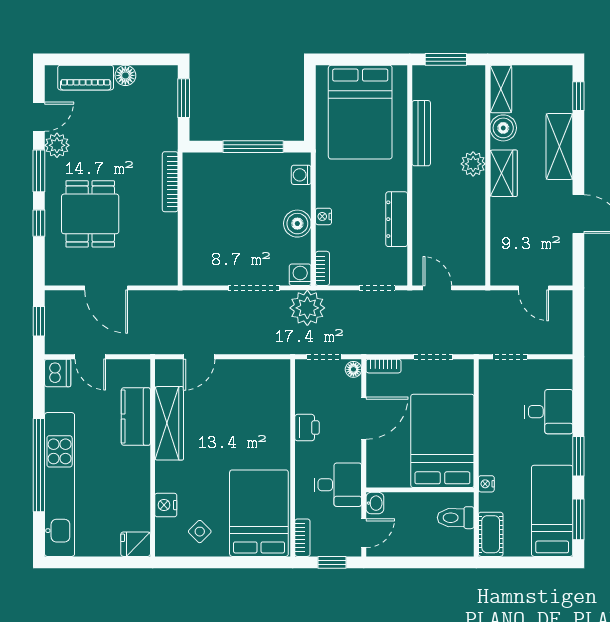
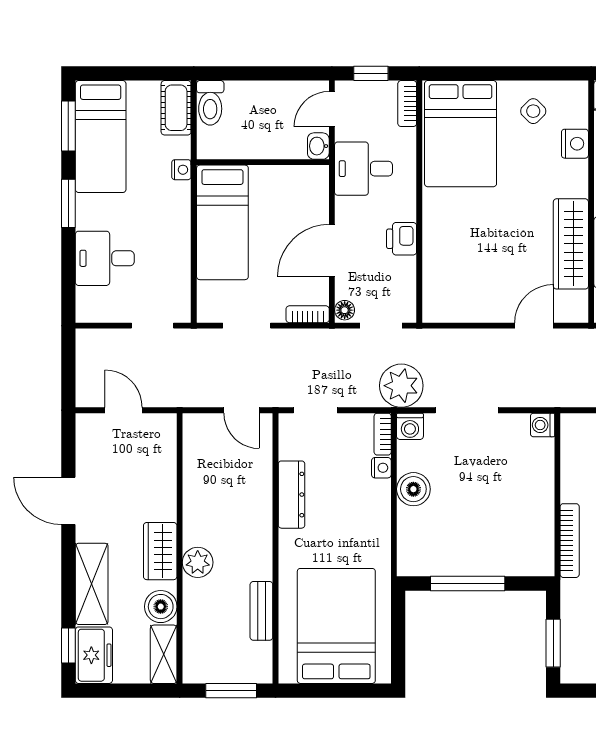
freezer: (558, 88) -> (94, 655), added
bench: (421, 133) -> (261, 611), width x0.73
washing machine: (301, 175) -> (543, 425), moved, turned 180
nightstand: (323, 216) -> (381, 468), moved
bed: (442, 441) -> (222, 222), width x0.67
toilet: (456, 518) -> (210, 103), moved, turned 90

